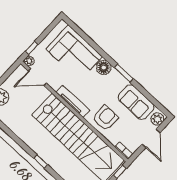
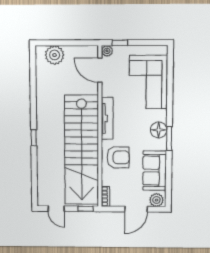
floor lamp: (104, 67) -> (159, 130), moved

